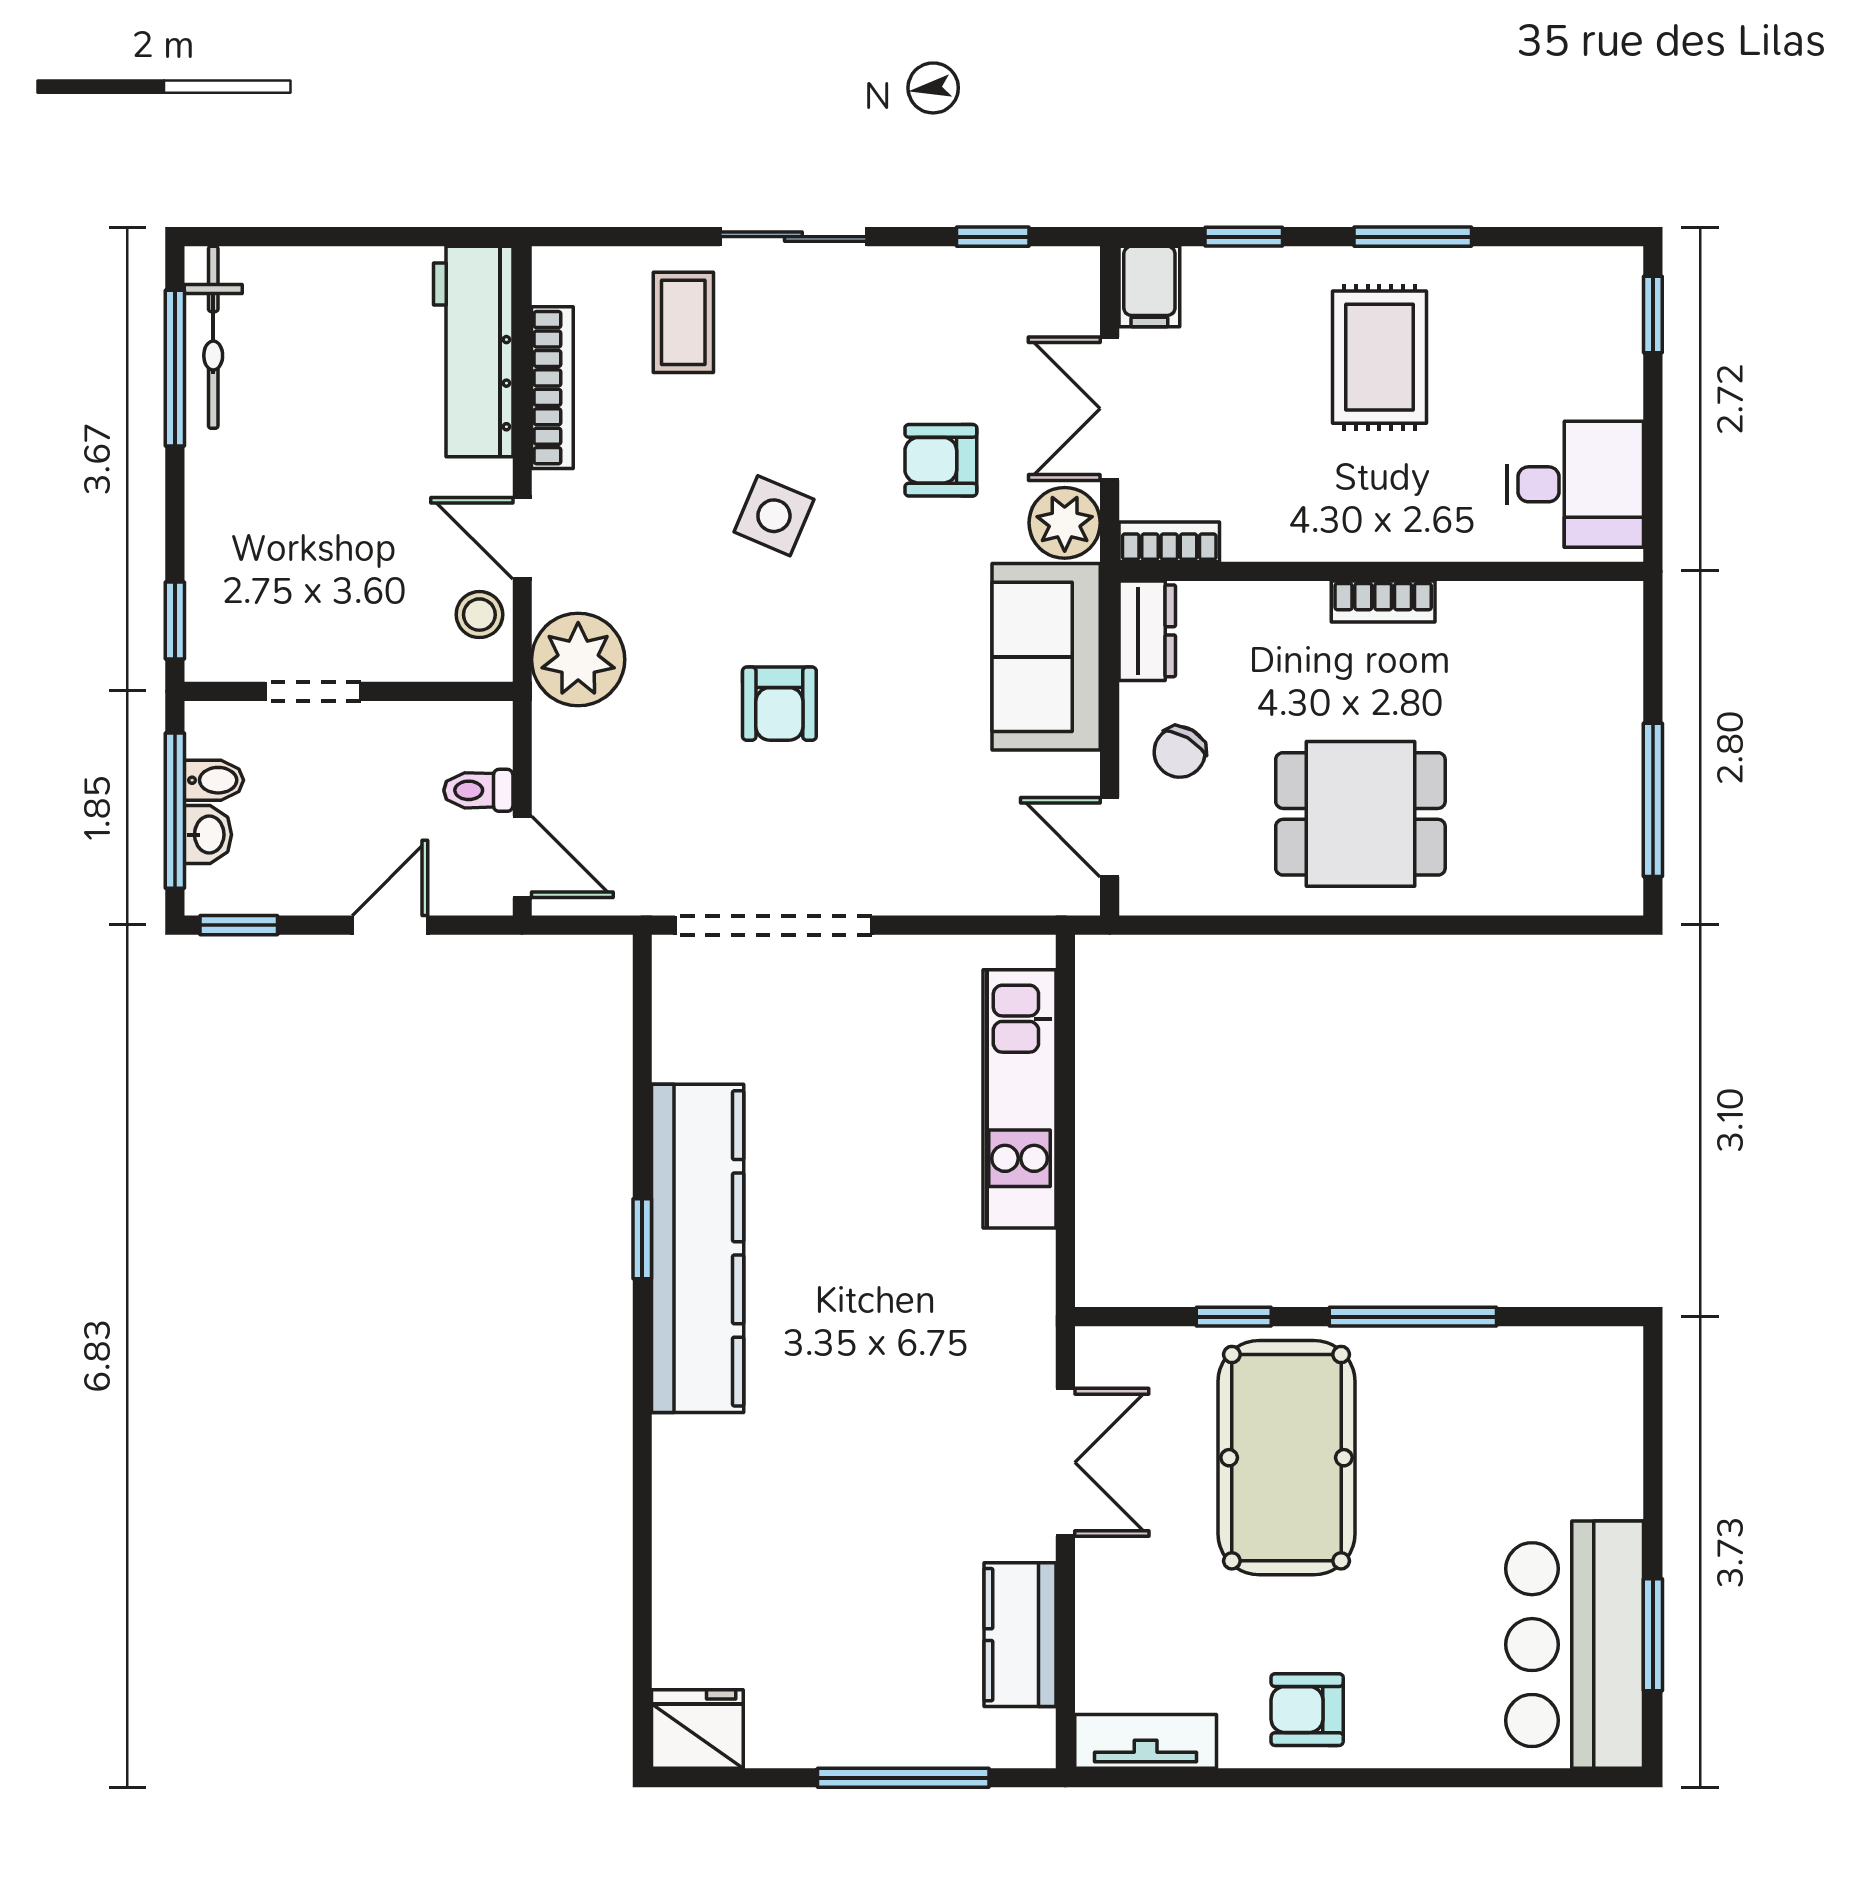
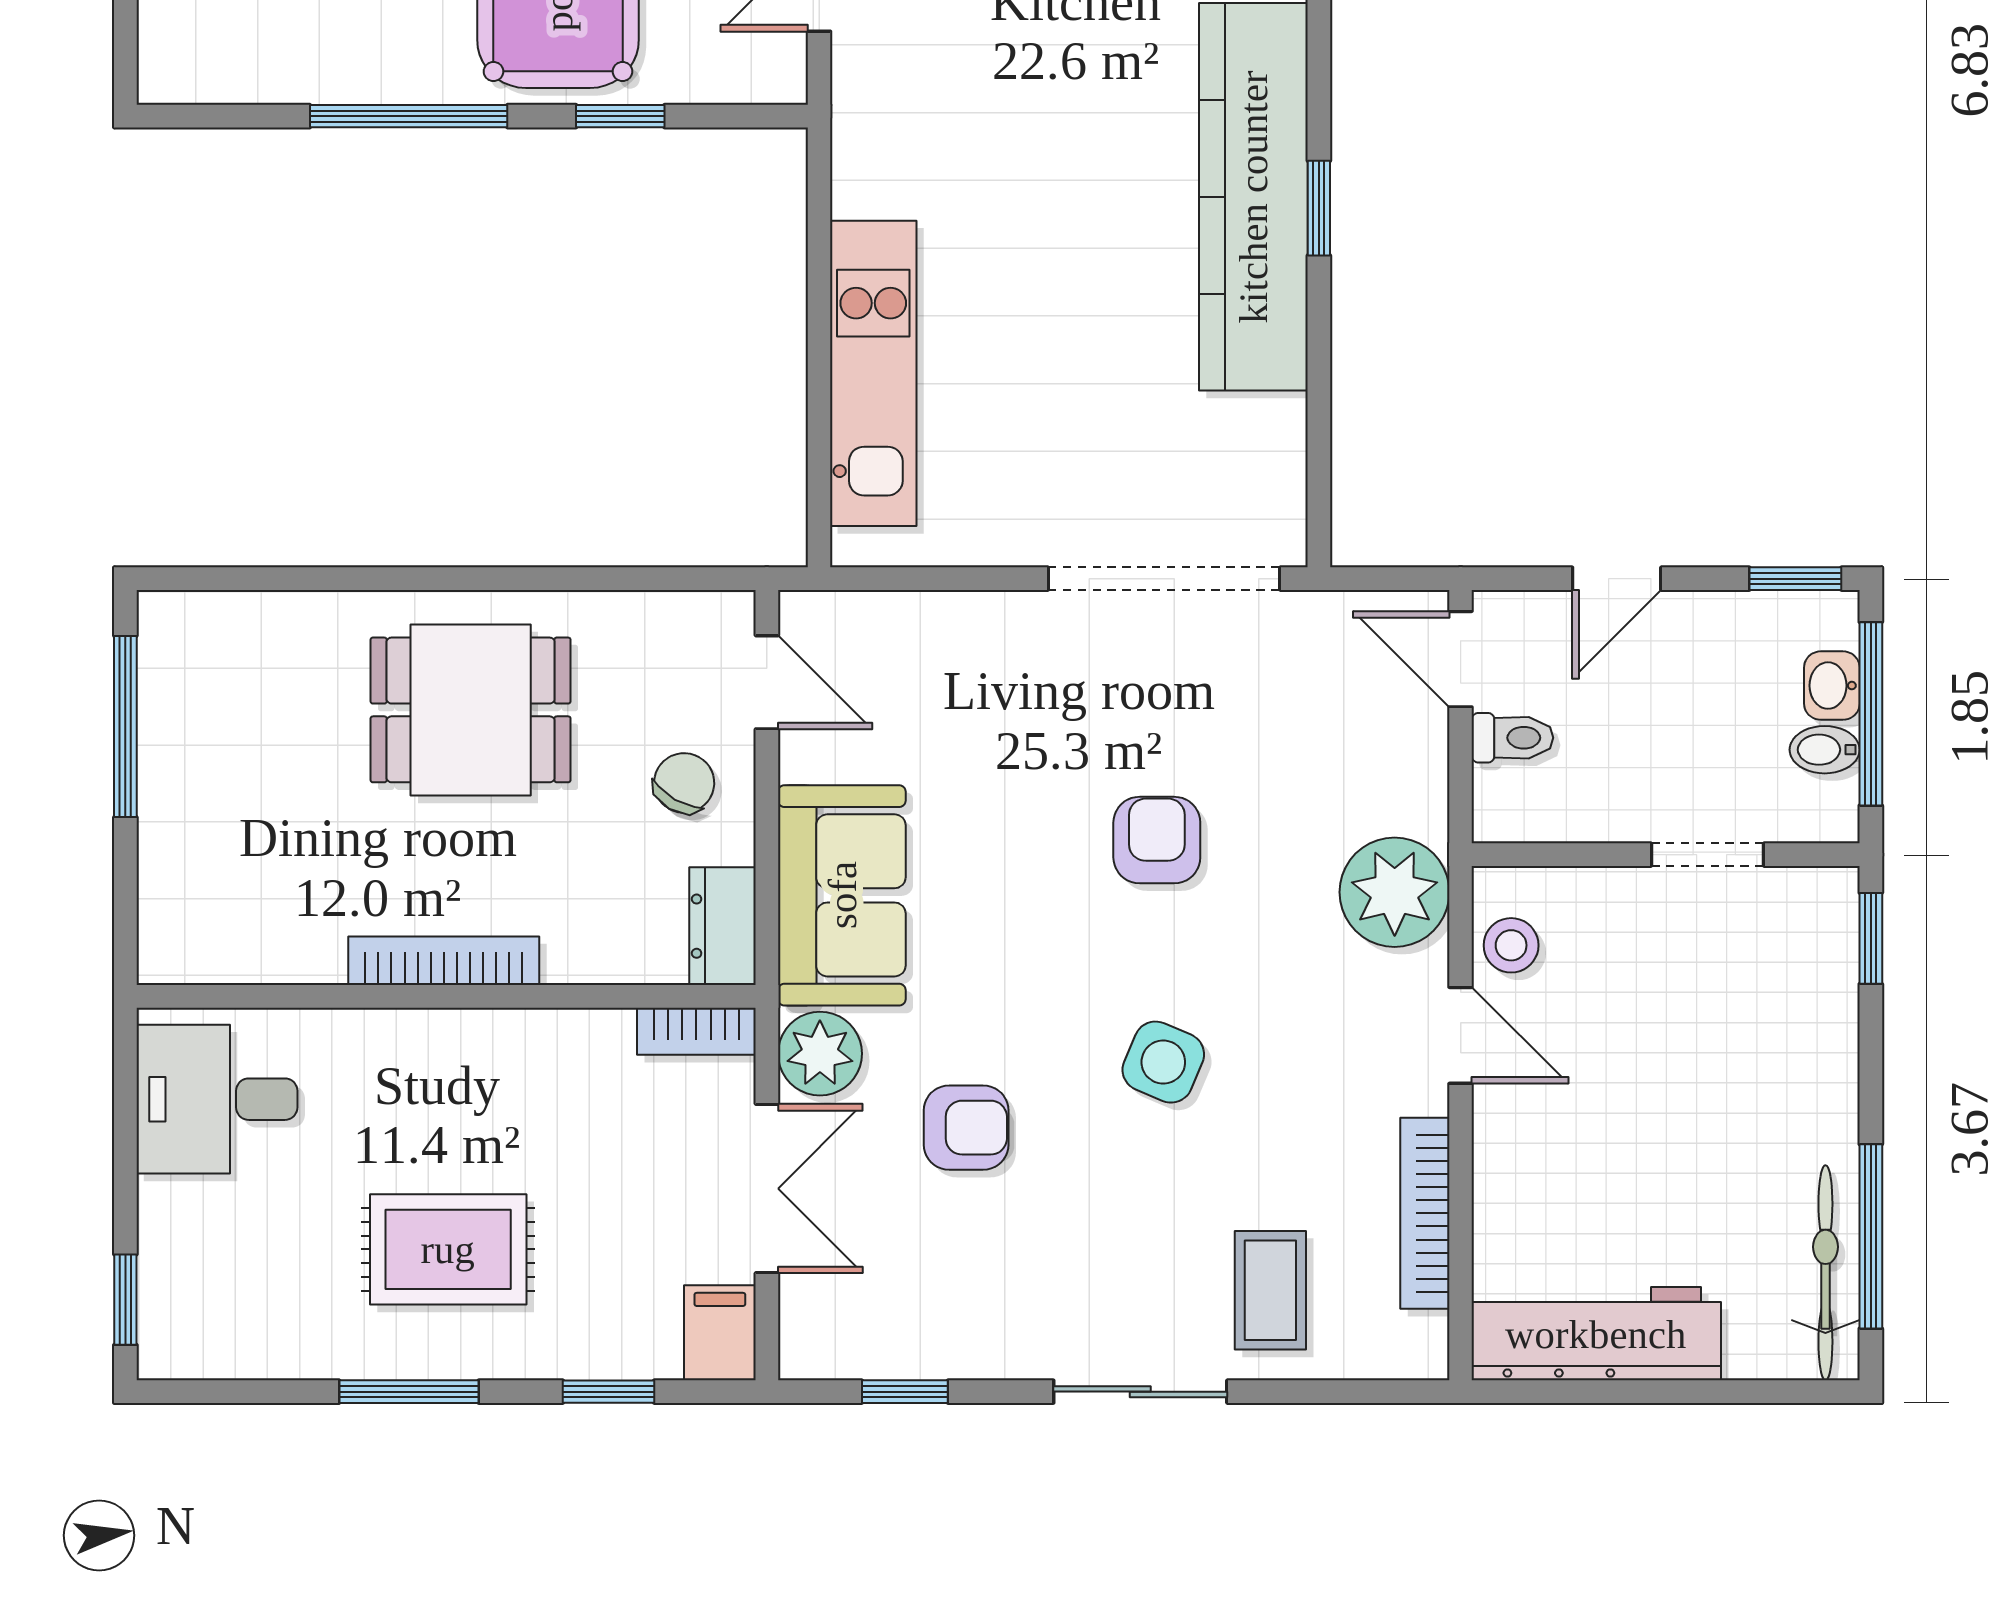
workbench: (473, 352) -> (1596, 1334), moved, turned -90
rug: (1379, 357) -> (448, 1249), turned 90
bookcase: (1383, 602) -> (444, 961), width x1.56

